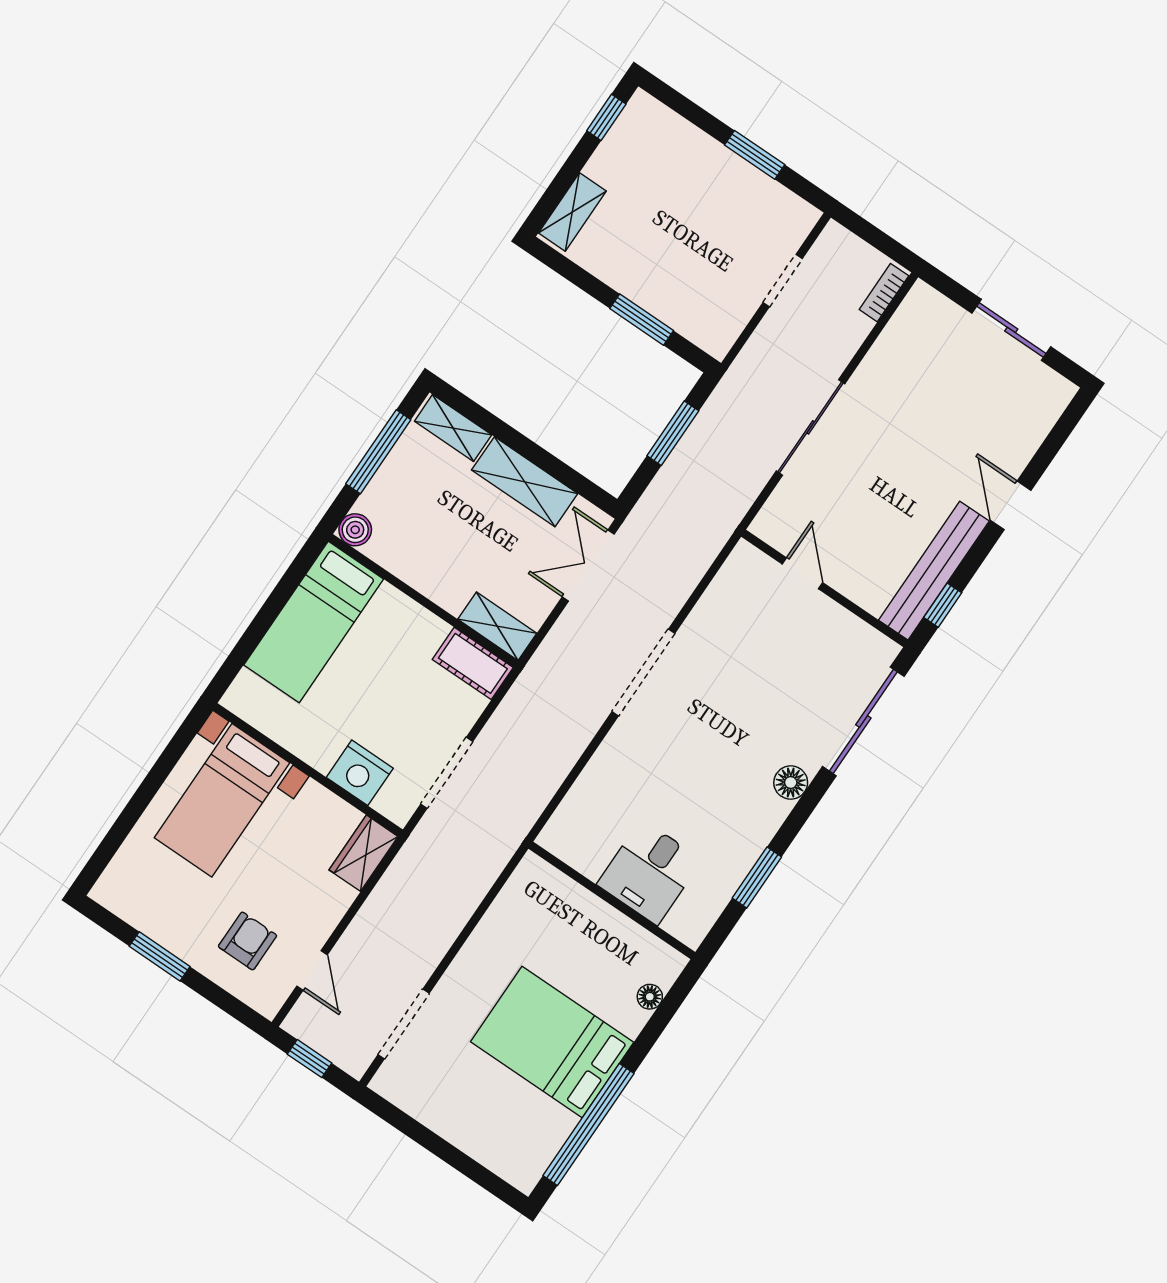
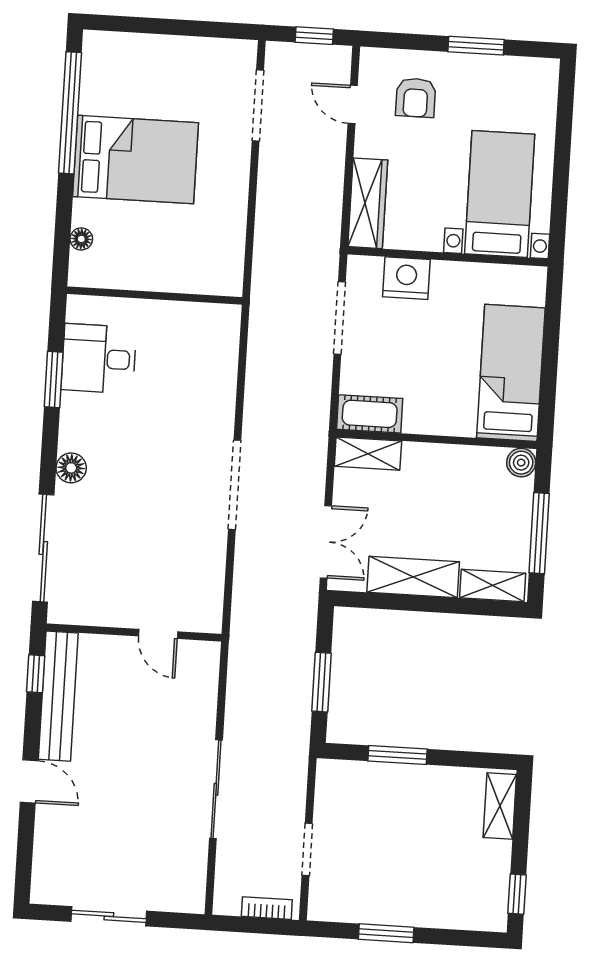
bookcase: (884, 293) -> (267, 908), moved, turned -90
sliding door: (811, 427) -> (216, 789), moved
wardrobe: (364, 853) -> (368, 203), width x1.50
desk: (649, 872) -> (99, 359), moved, turned -90

